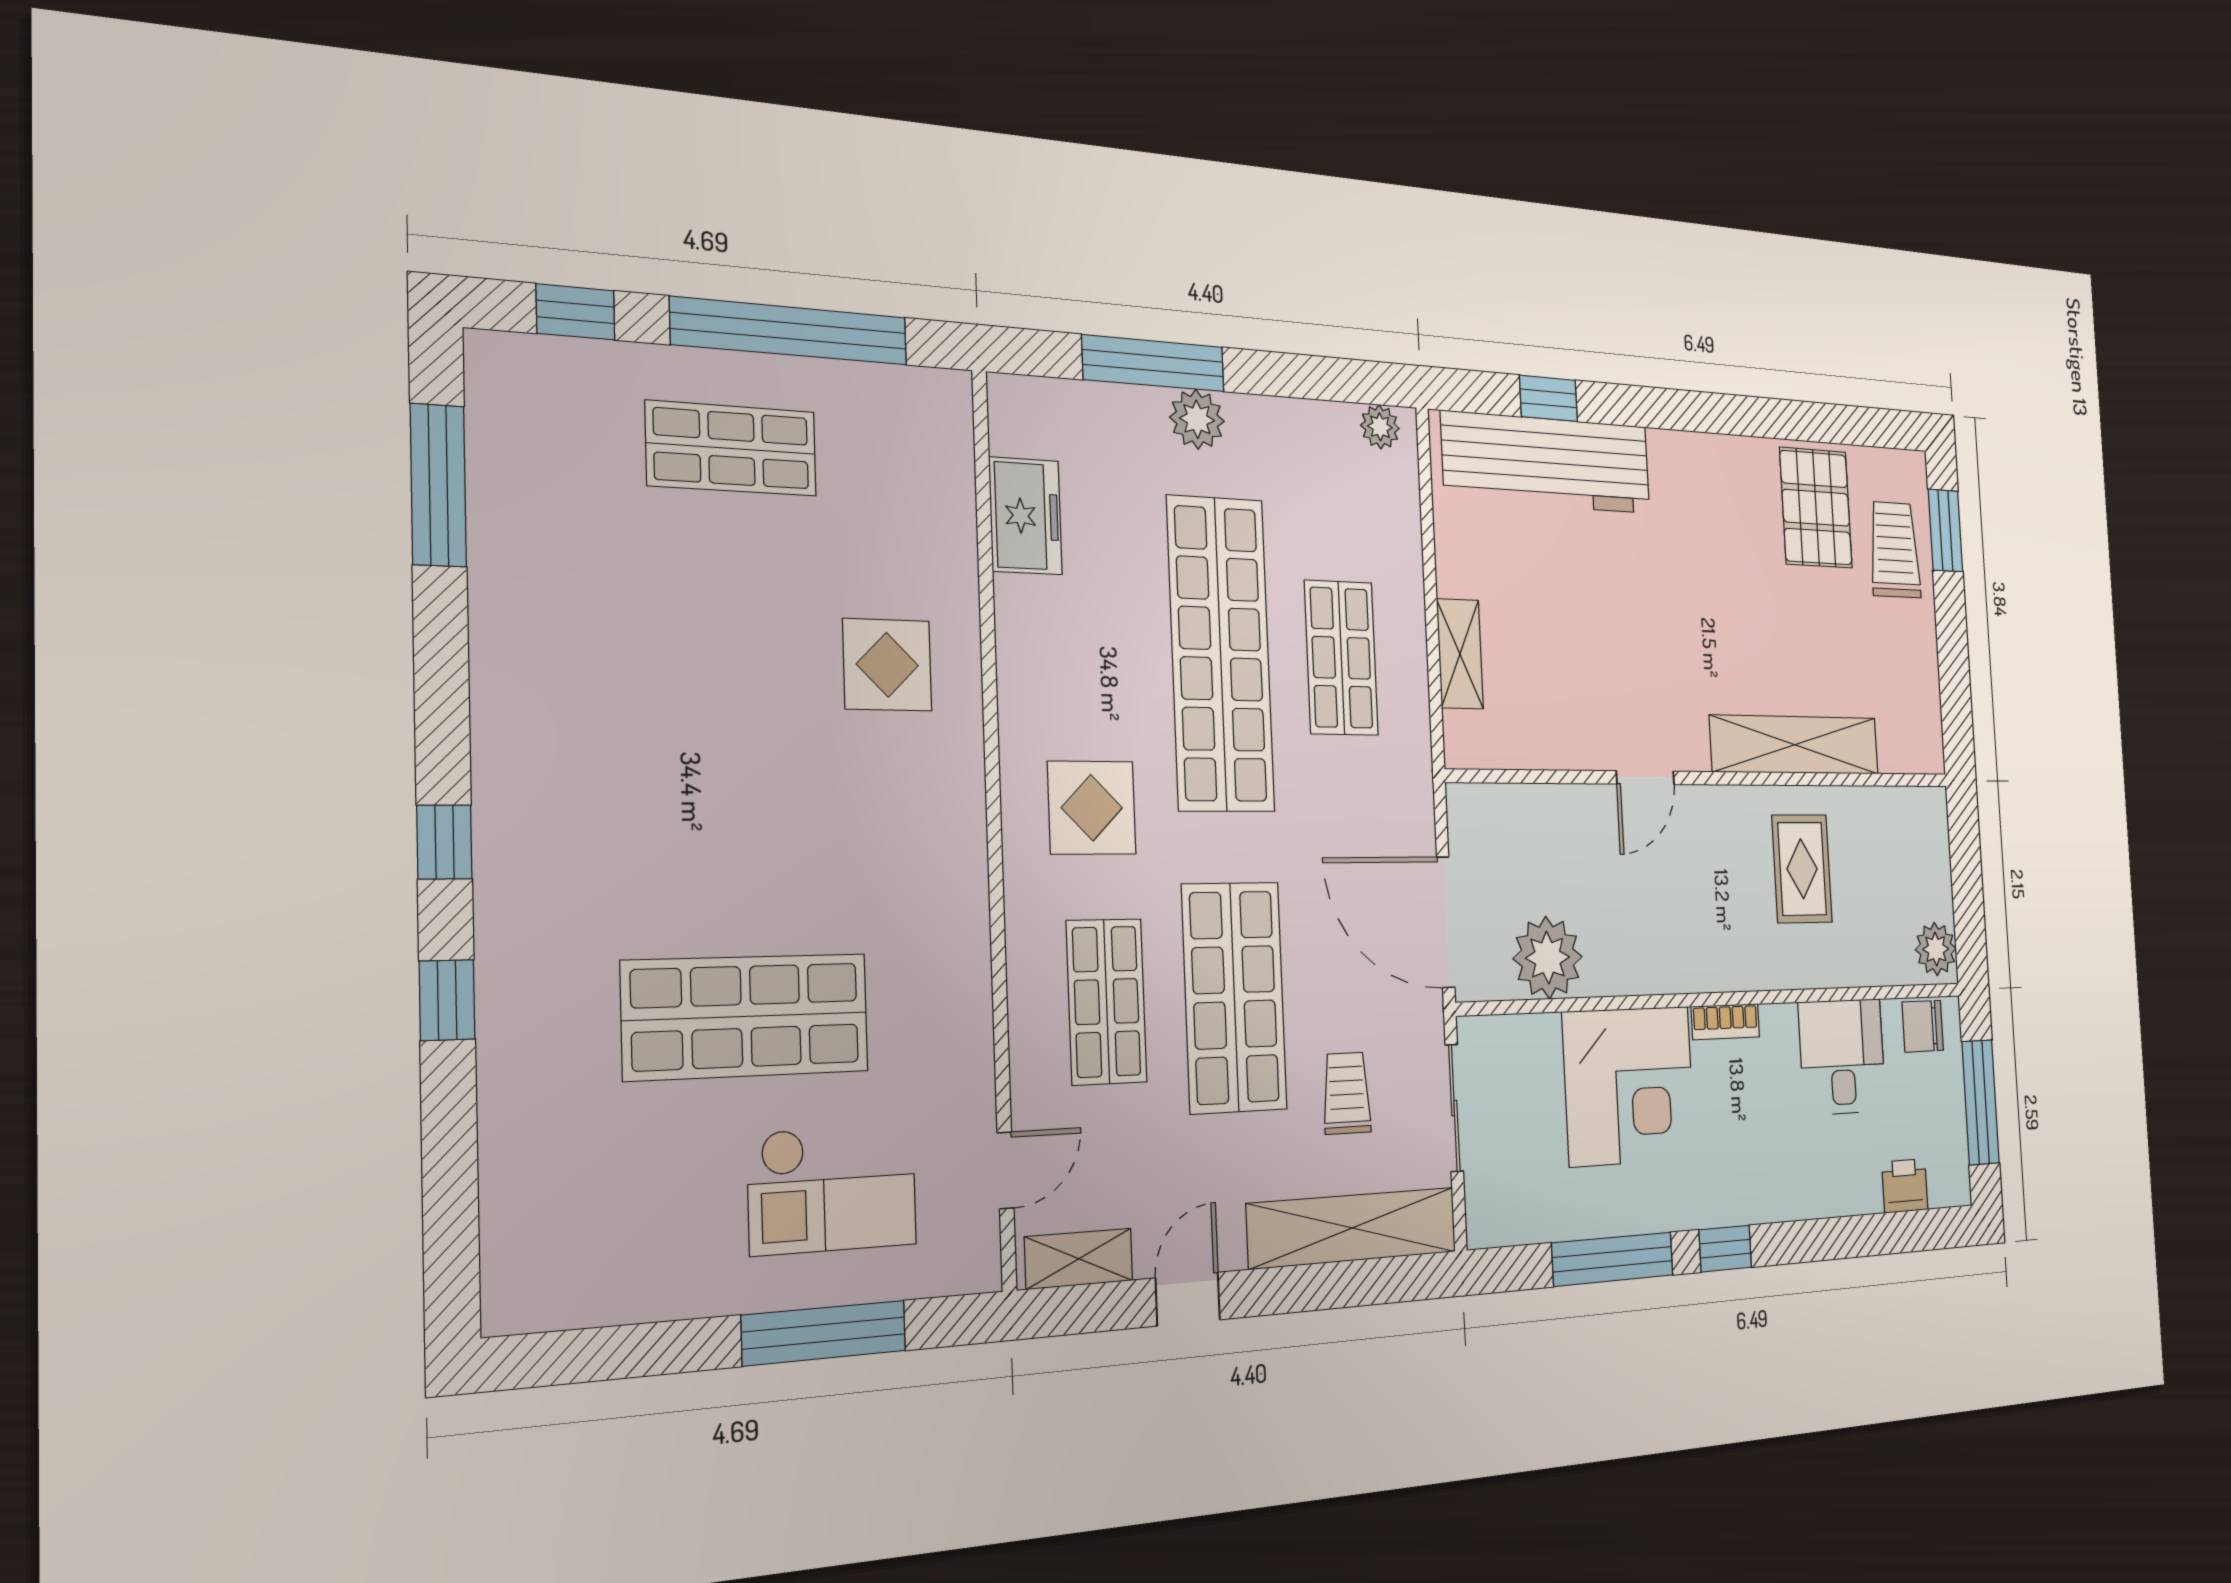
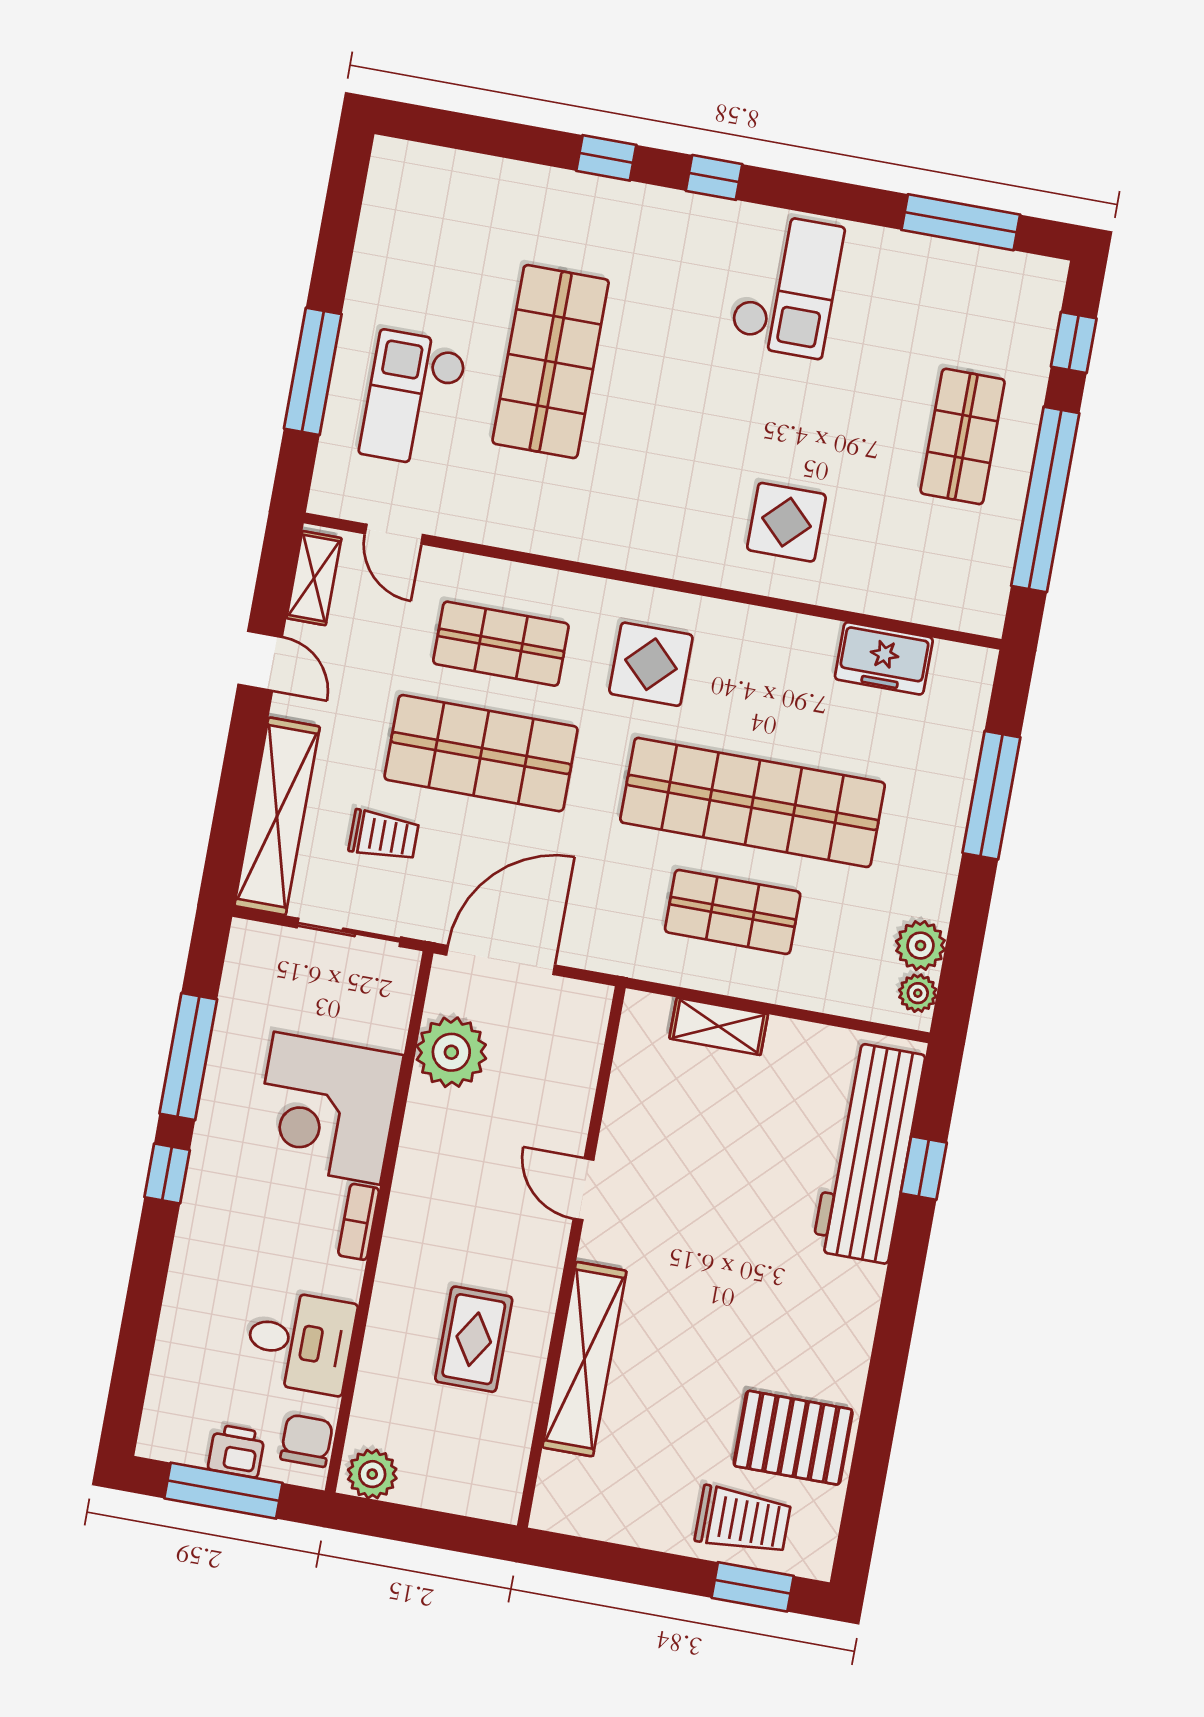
plant: (1197, 419) -> (920, 946), moved
checkout: (577, 714) -> (787, 285), added
rug: (1802, 869) -> (474, 1339), turned 90
printer: (1905, 1186) -> (236, 1451), moved, turned -90

